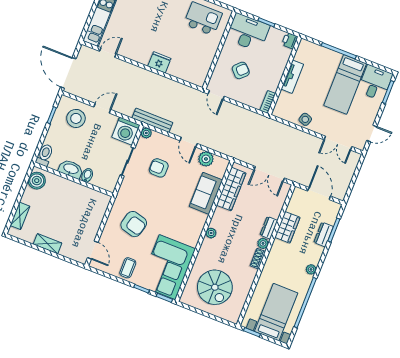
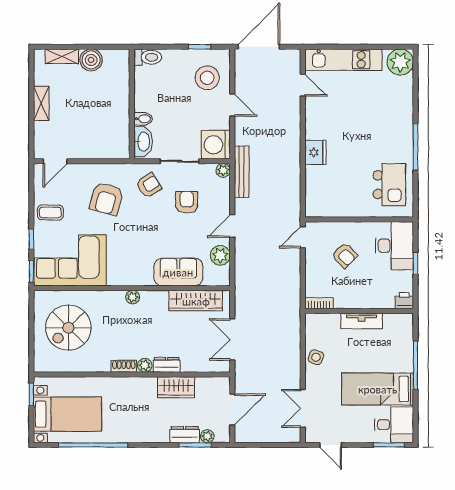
washbasin: (71, 169) -> (143, 142), moved
boiler: (37, 181) -> (91, 60), moved
armchair: (136, 190) -> (149, 185), added
plant: (311, 269) -> (207, 436), moved

